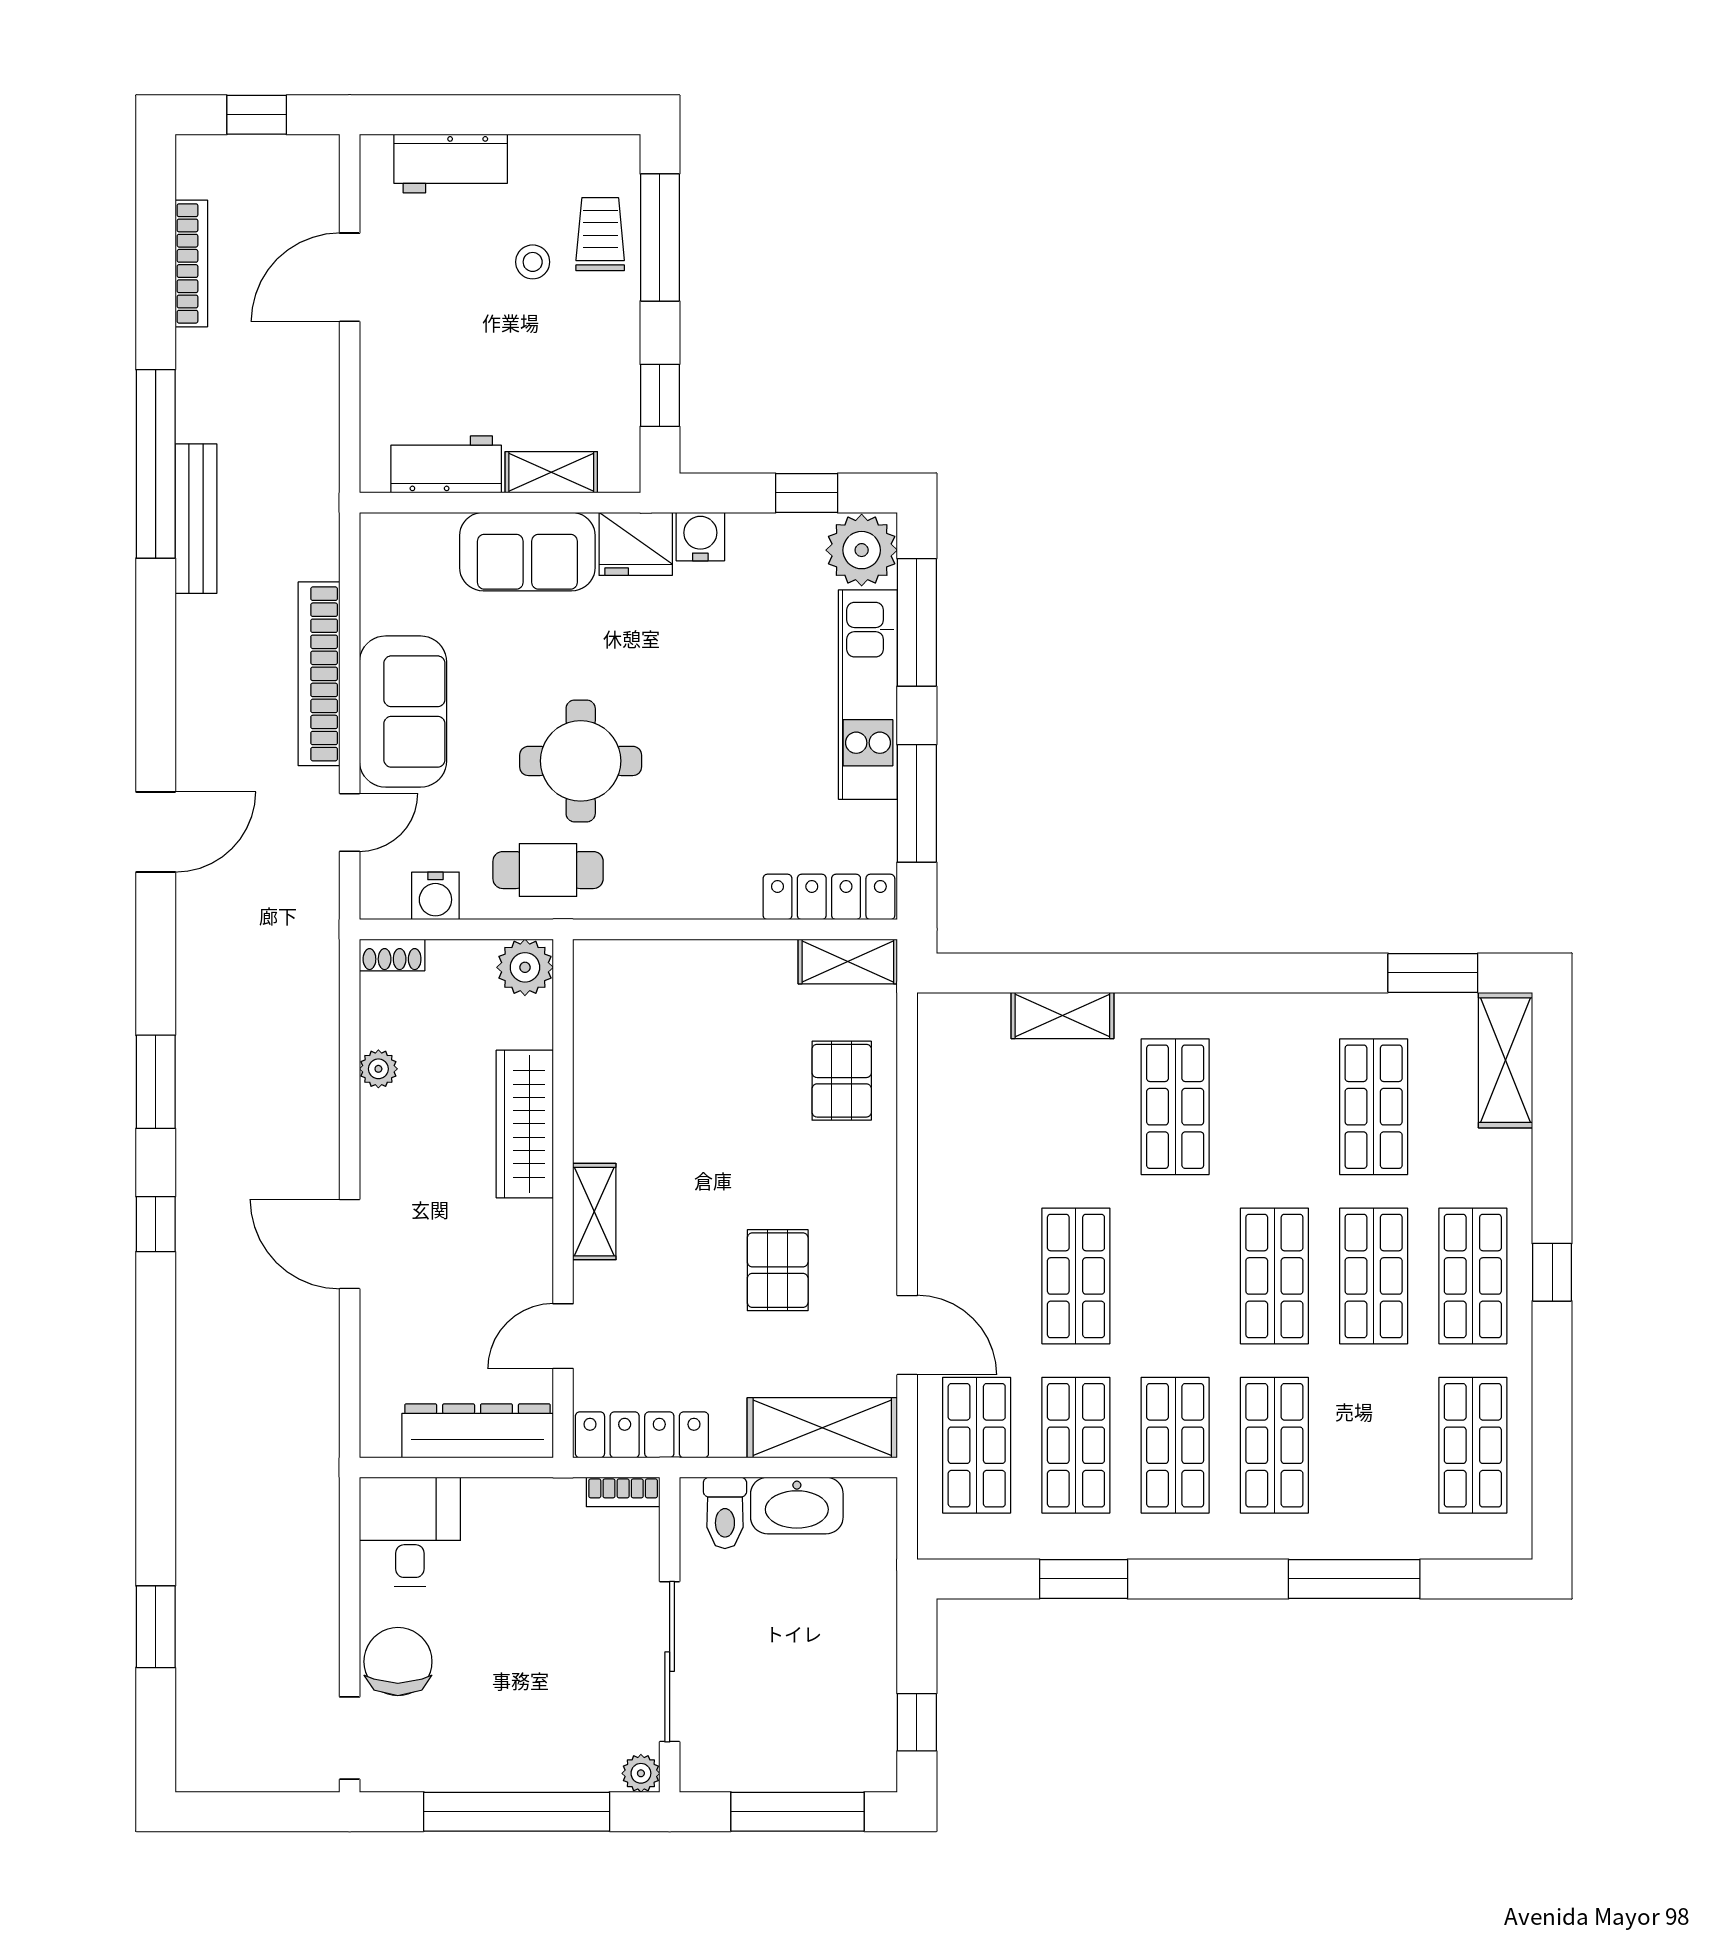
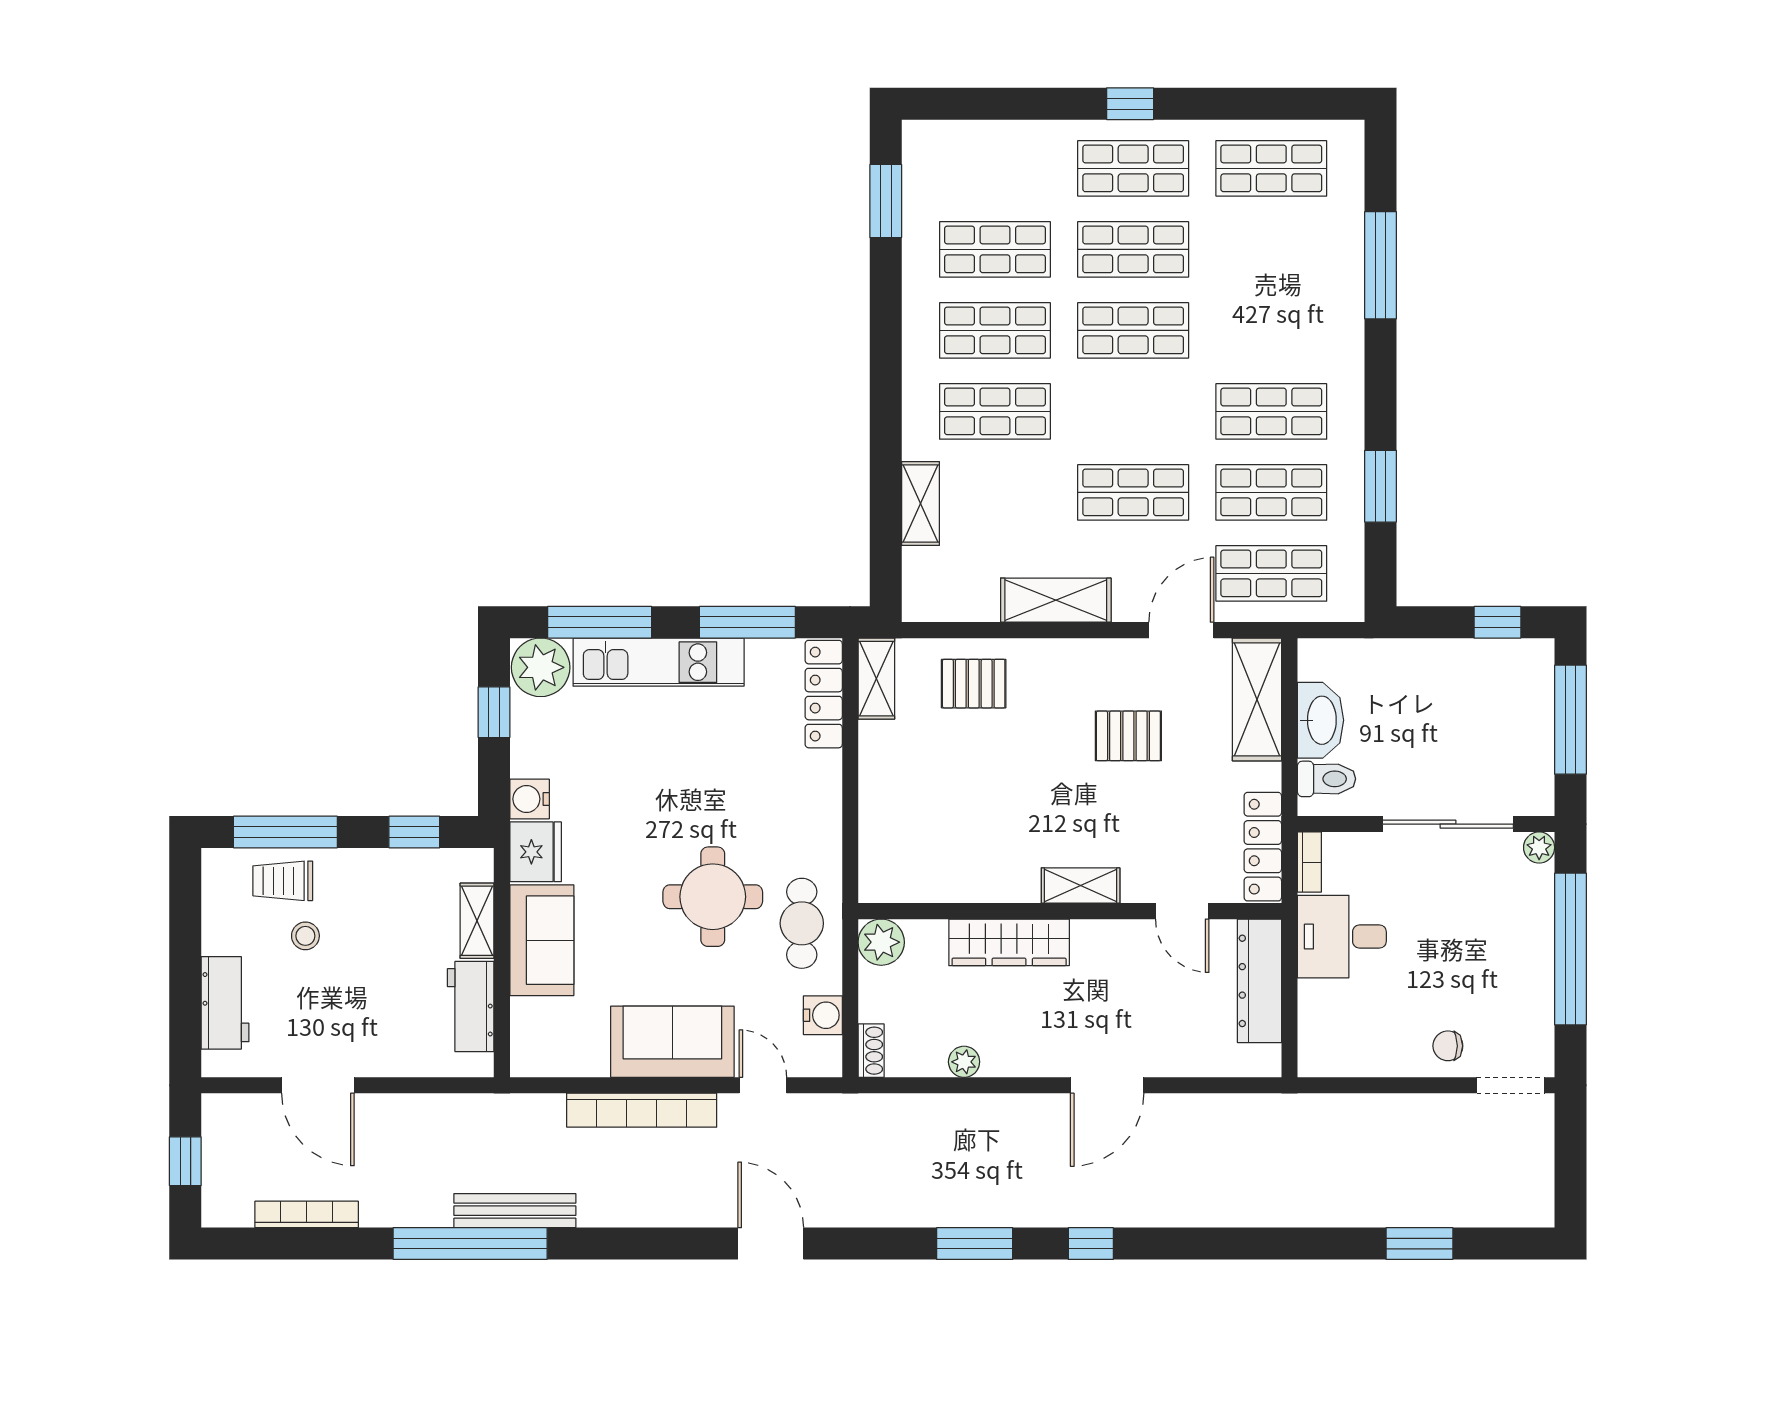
shelving: (1506, 1060) -> (1056, 600), moved
shop shelf: (1274, 1445) -> (995, 330), moved
desk: (410, 1532) -> (1342, 937), moved
chair: (398, 1662) -> (1448, 1046), width x0.54, depth x0.54

